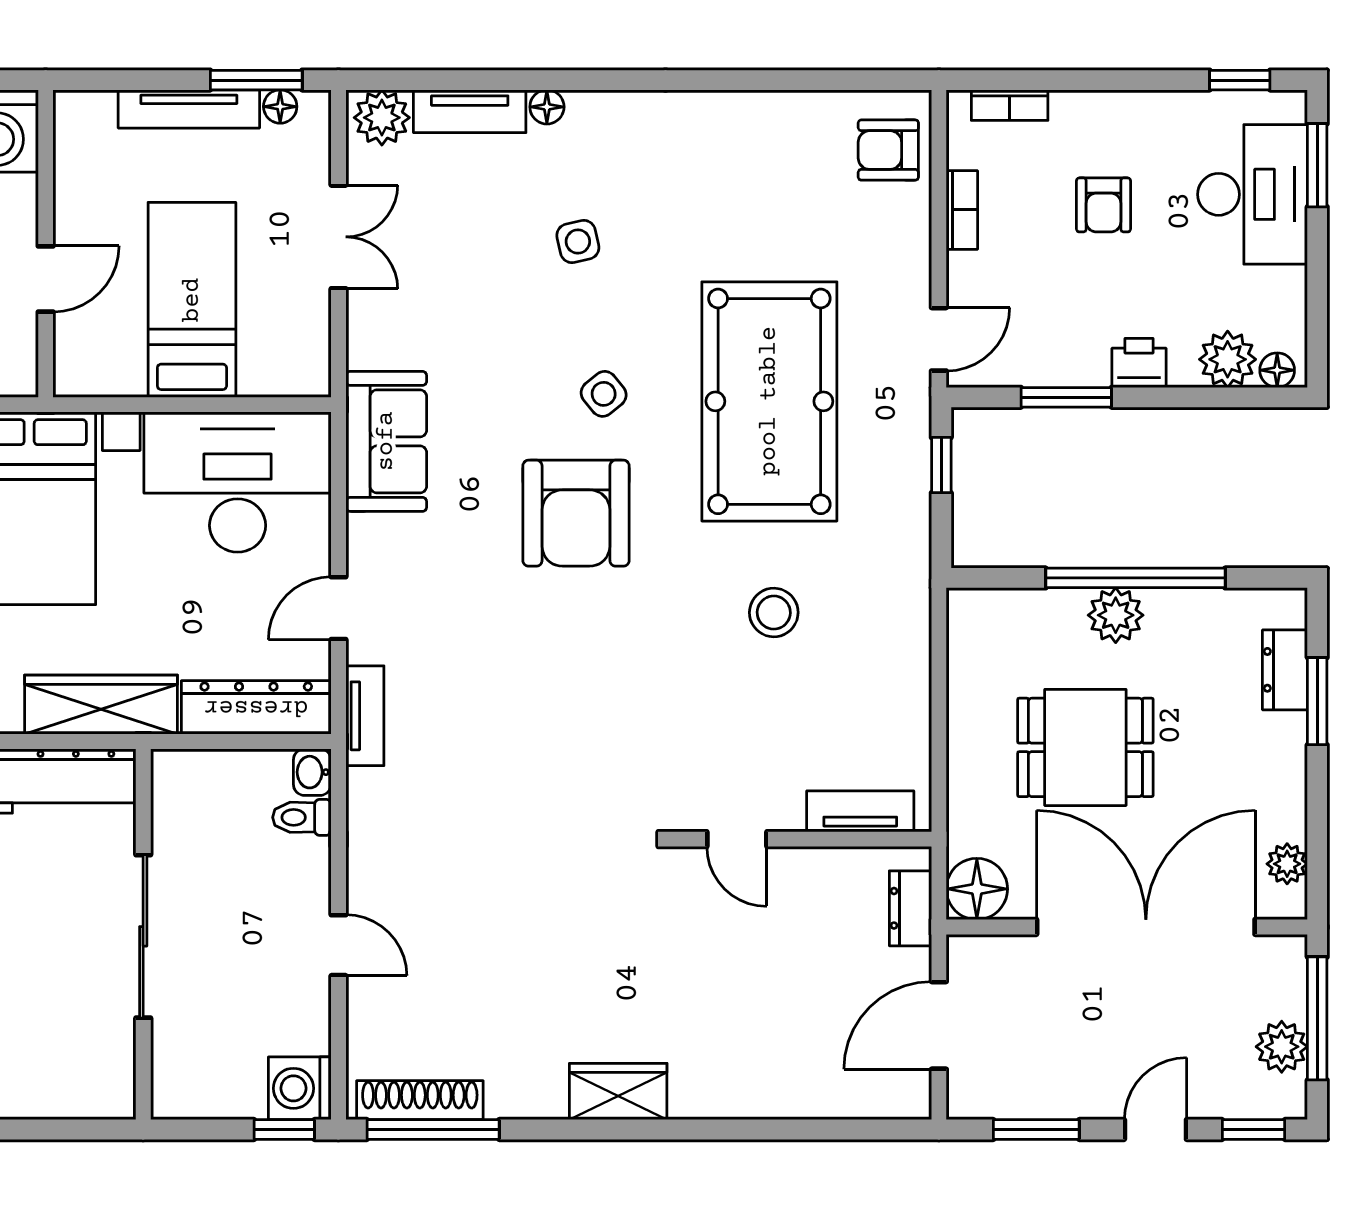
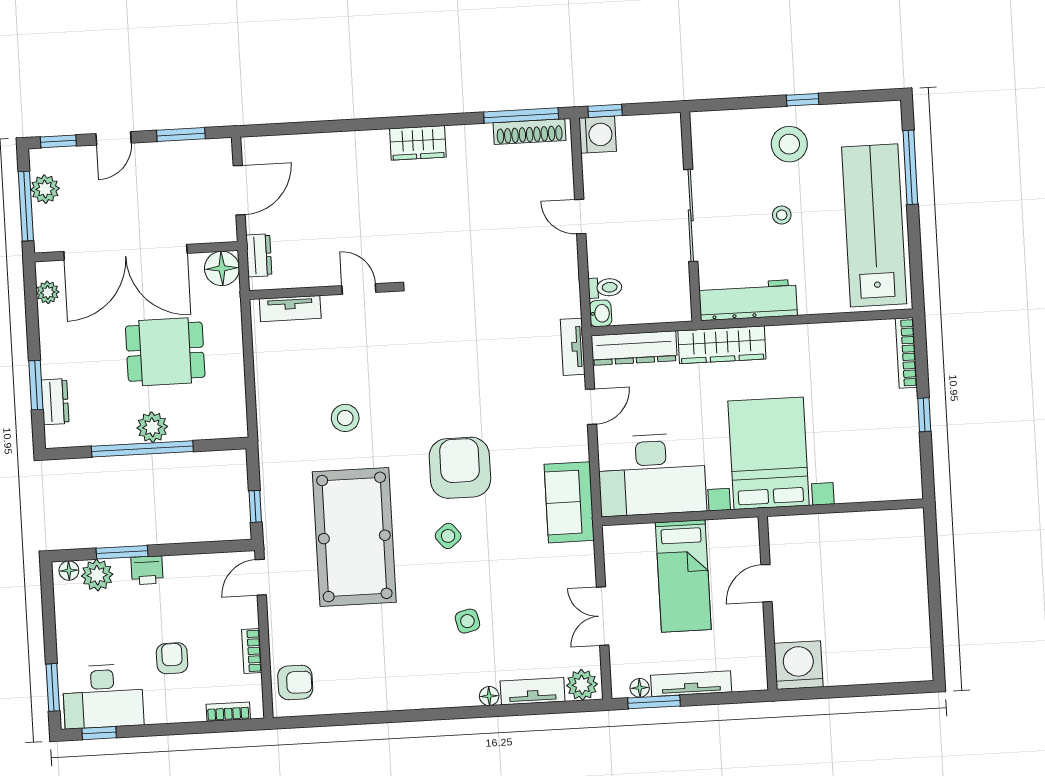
desk: (1253, 194) -> (103, 696), moved, turned -90
window: (1066, 397) -> (122, 552), moved

